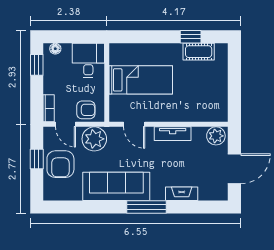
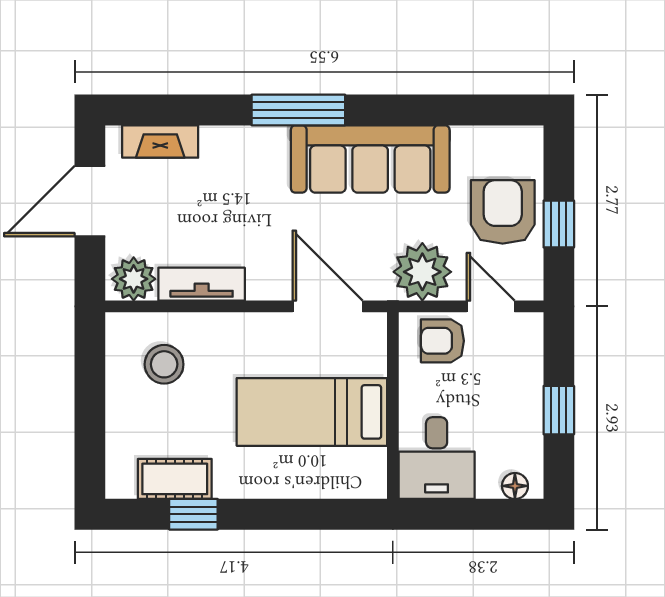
window: (37, 65) -> (559, 410), moved
stool: (203, 100) -> (164, 364), added
bookcase: (49, 108) -> (531, 344), removed
door: (134, 124) -> (328, 306), width x1.38
tv unit: (173, 134) -> (202, 284), moved
fireplace: (182, 194) -> (160, 141), moved

